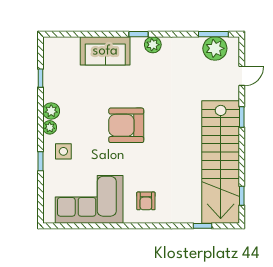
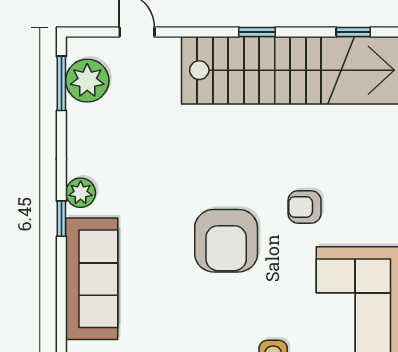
sofa: (105, 51) -> (92, 279), width x1.36
window: (242, 117) -> (257, 32), moved
armchair: (146, 201) -> (304, 207), moved, turned 180

